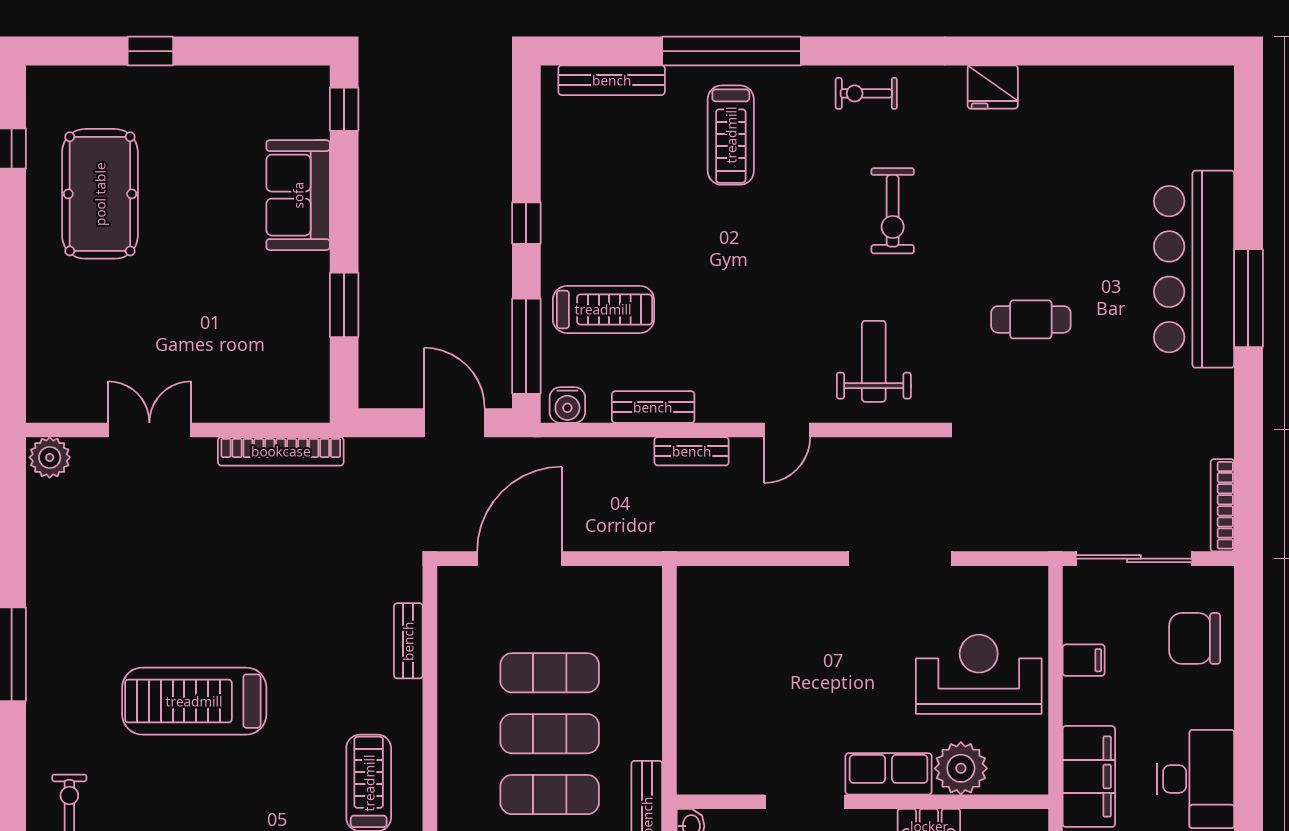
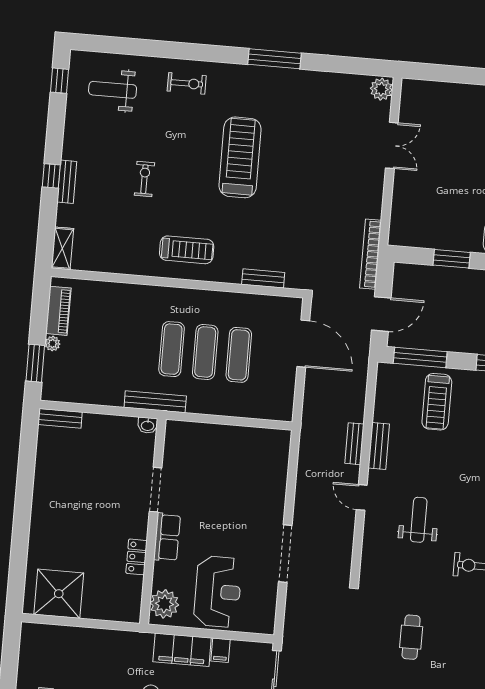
weight bench: (874, 361) -> (419, 520), moved, turned -90
water cooler: (567, 405) -> (386, 377), removed
bench: (653, 407) -> (379, 446), moved
bookcase: (281, 451) -> (371, 254), moved
plant: (961, 768) -> (164, 604), moved
filing cabinet: (1089, 776) -> (182, 650), moved

